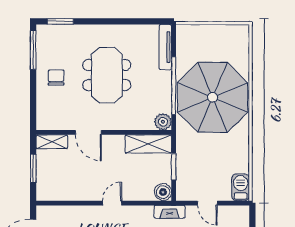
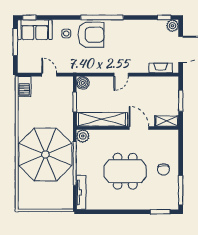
meeting table: (107, 75) -> (125, 171), turned 90
shelving: (148, 144) -> (102, 119), width x1.47
fireplace: (170, 212) -> (161, 68), moved

